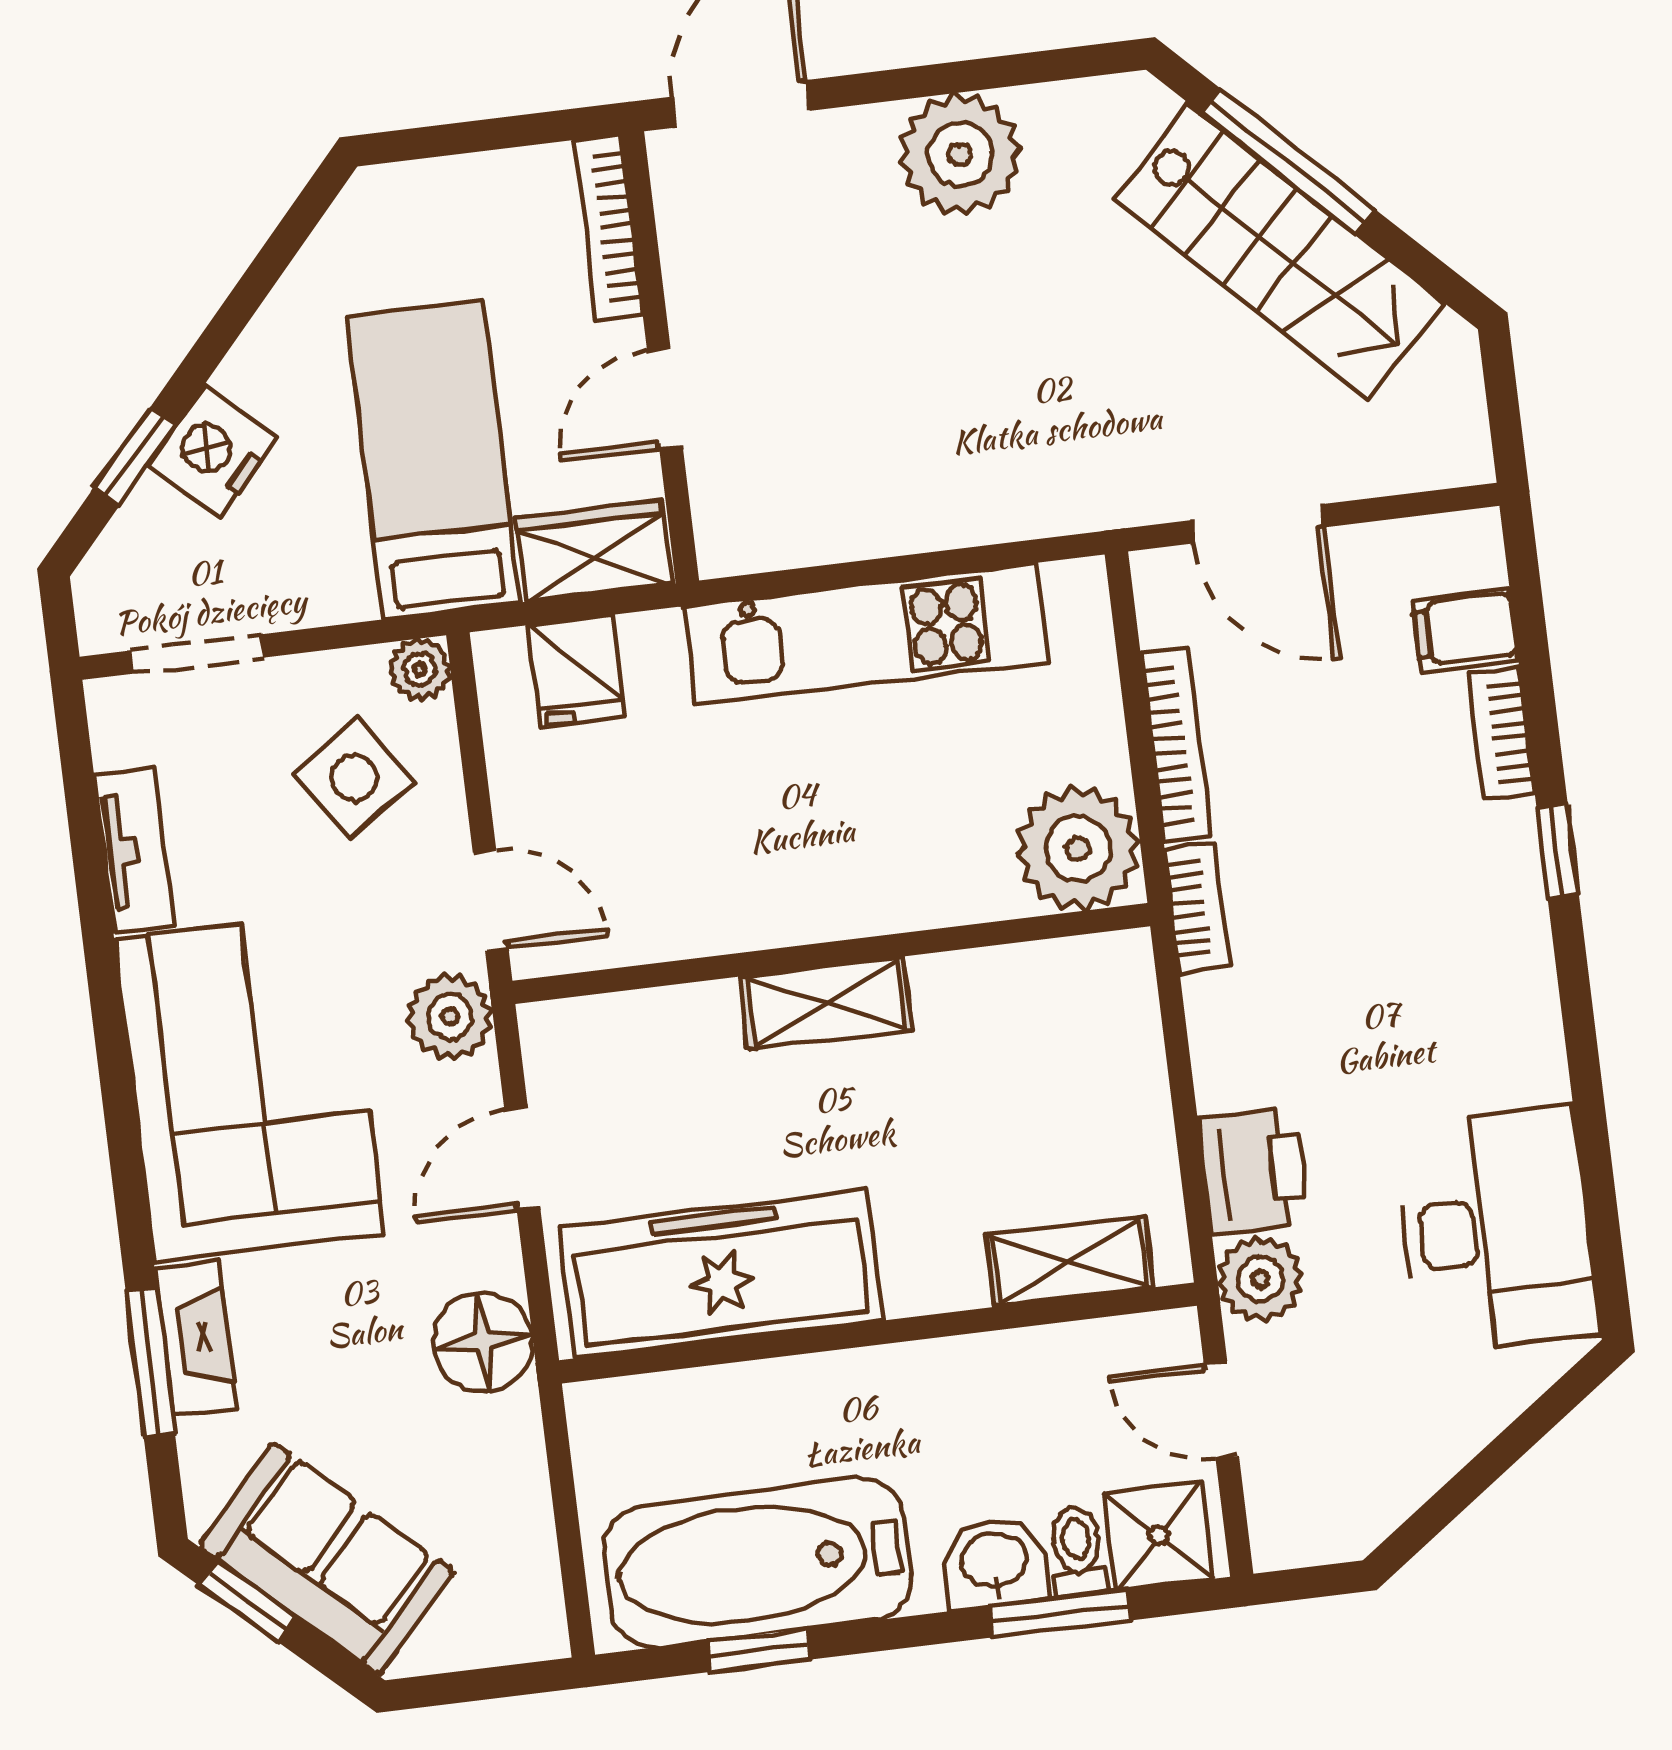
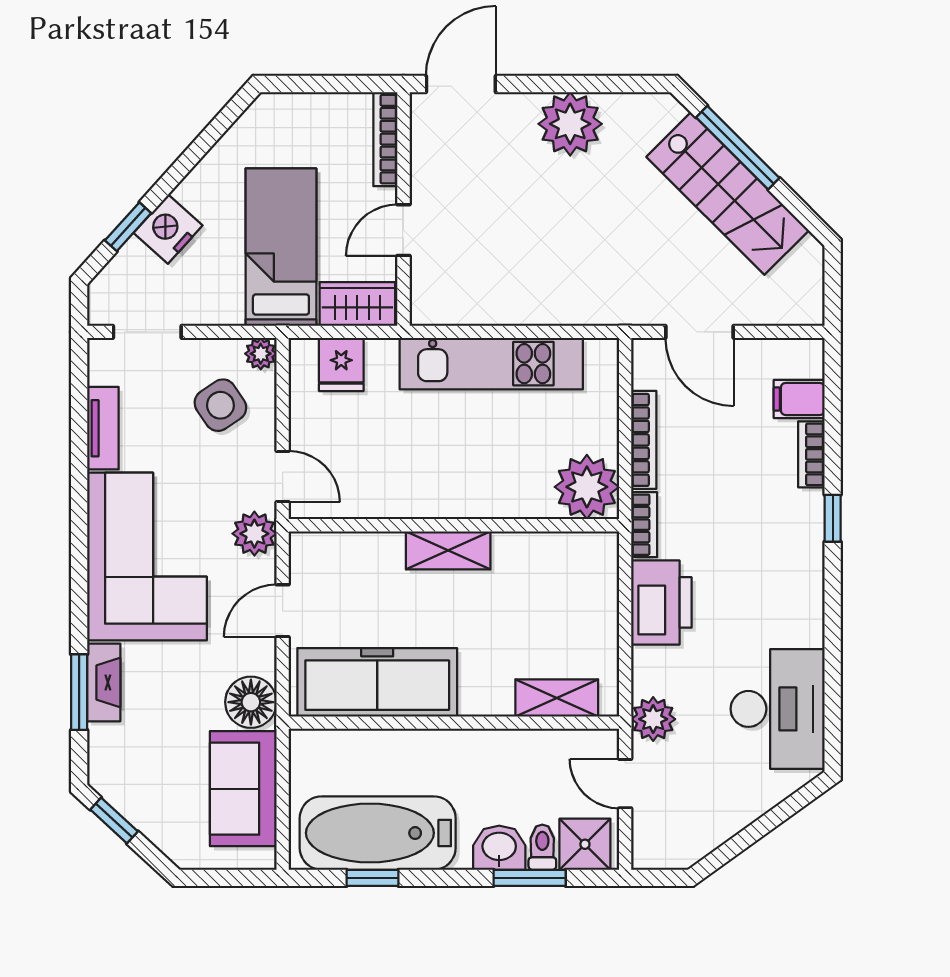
printer: (1253, 1171) -> (661, 602), moved, width x1.37, depth x1.19
sofa: (326, 1559) -> (243, 789), moved, turned -133

